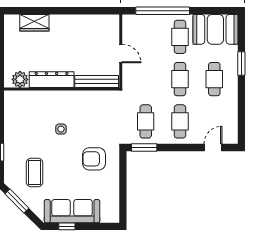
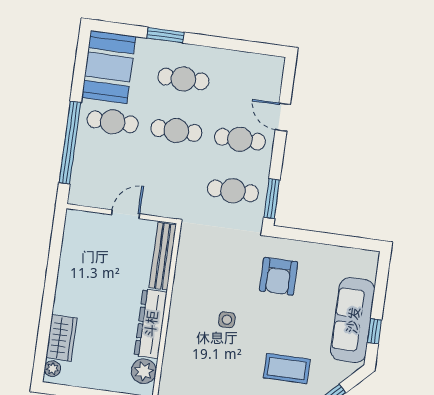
plant: (13, 20) -> (52, 369), added
door: (213, 147) -> (283, 117), moved

